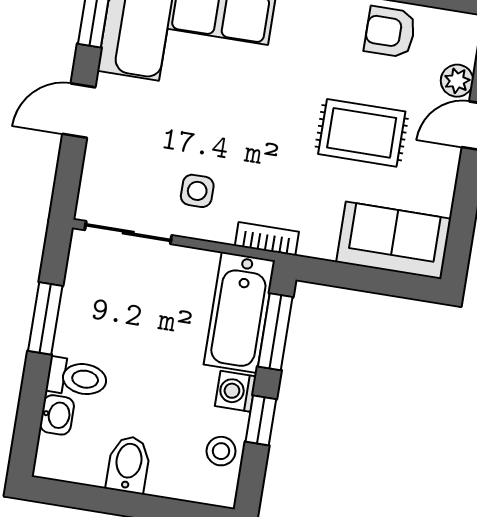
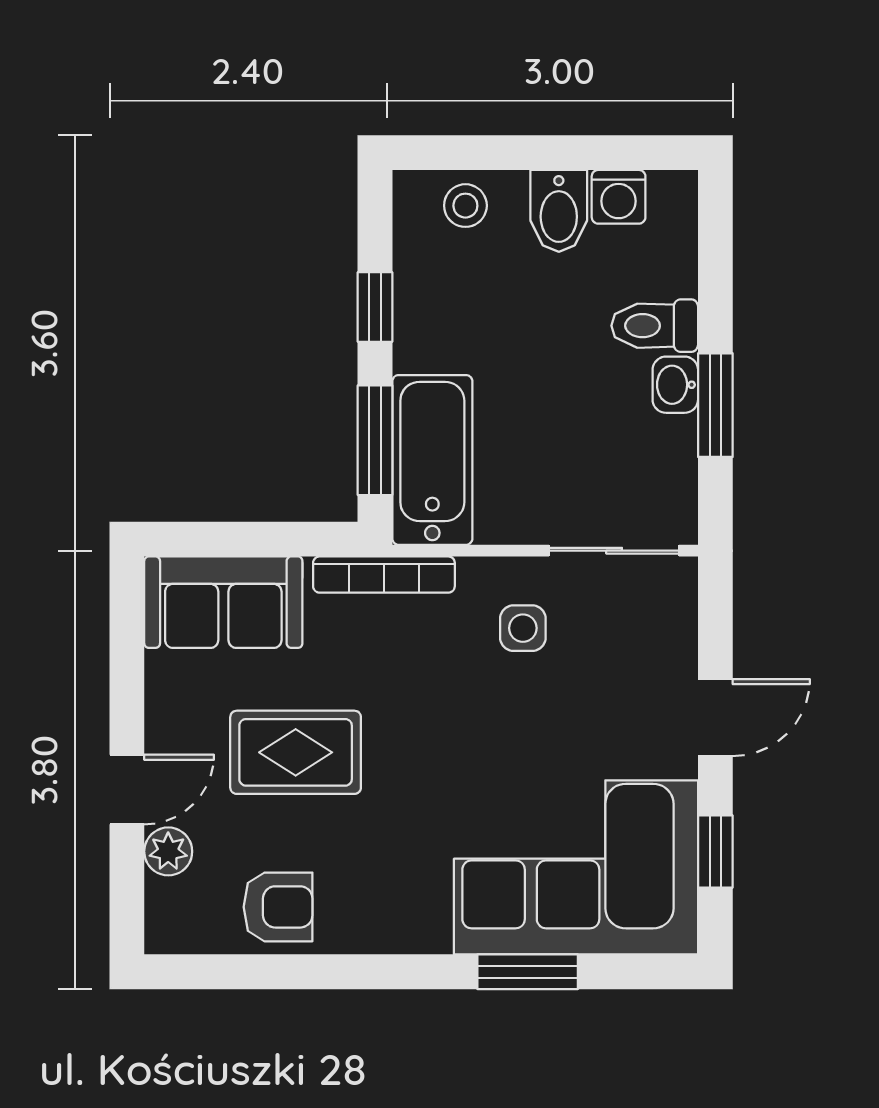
bookcase: (267, 239) -> (384, 575), width x1.56
washing machine: (236, 391) -> (619, 197), moved, turned 90
washbasin: (57, 415) -> (675, 385), moved
stool: (221, 451) -> (465, 206), moved

